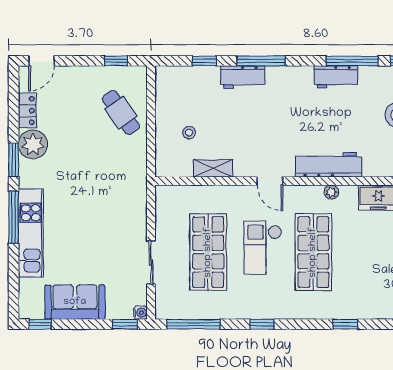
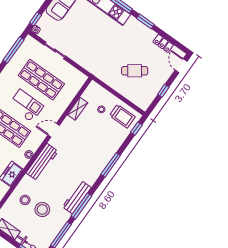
window: (116, 61) -> (163, 91), moved
window: (204, 61) -> (136, 129), moved
workbench: (243, 77) -> (109, 151), removed
workbench: (336, 77) -> (77, 197), width x1.38
trolley: (177, 95) -> (122, 116), added
cafe table: (121, 113) -> (135, 71), moved
plant: (33, 144) -> (146, 35), removed

